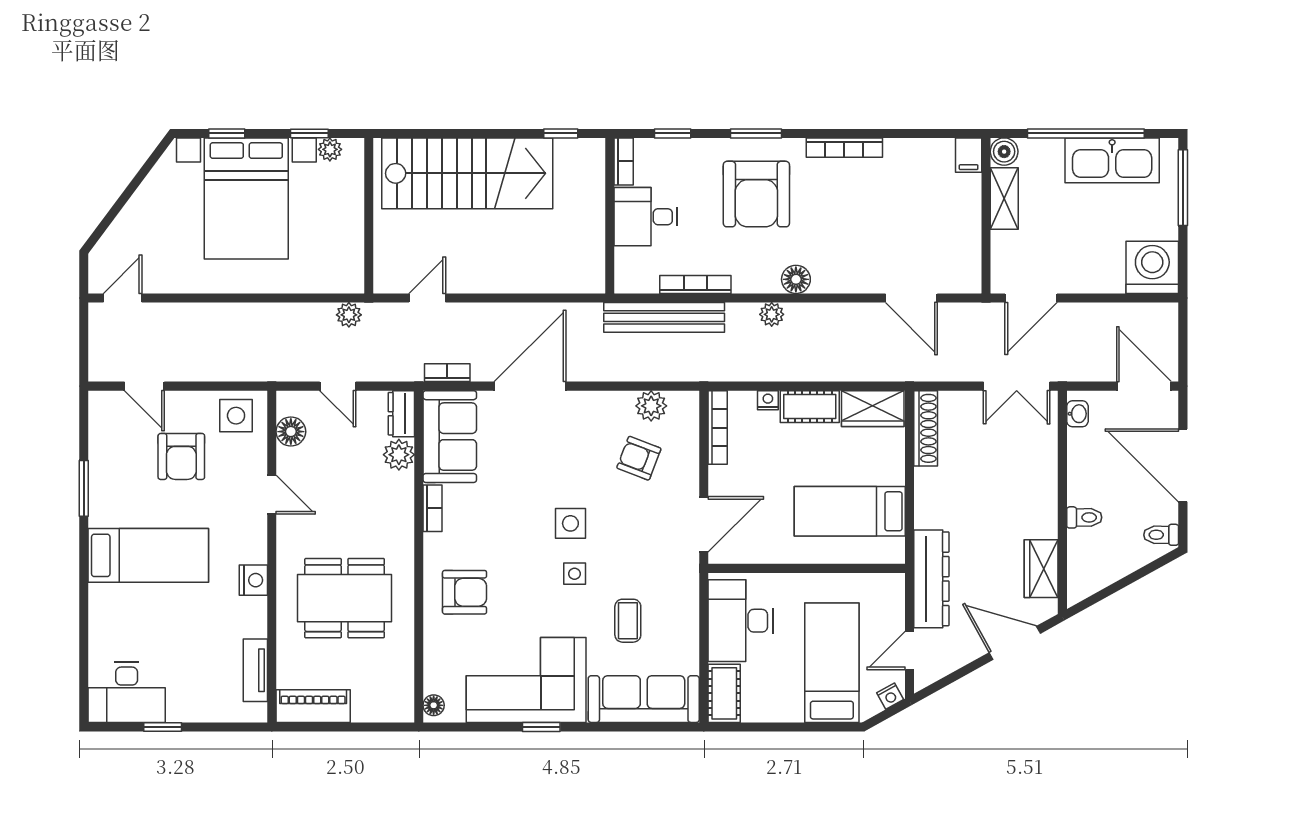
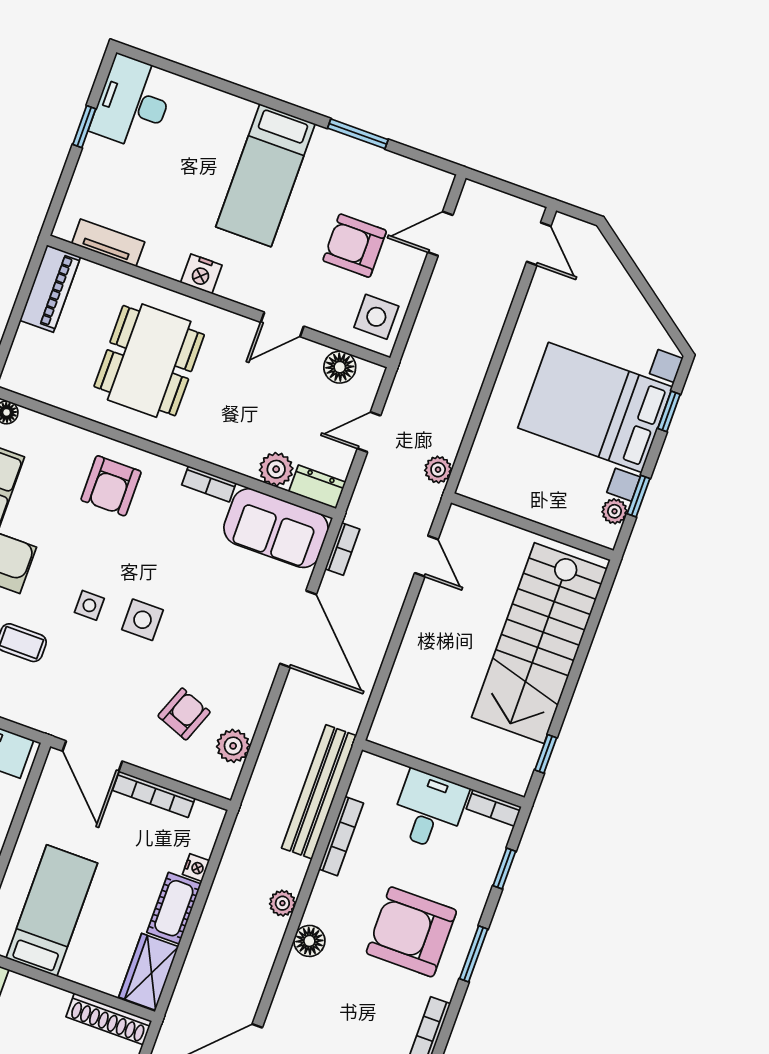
bookcase: (718, 428) -> (154, 794), moved

